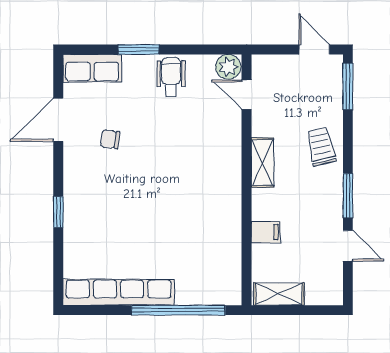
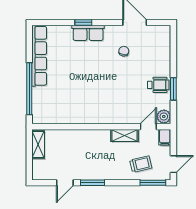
window: (139, 50) -> (173, 89), moved
row of seats: (92, 68) -> (88, 33), moved, turned -90
trolley: (321, 147) -> (141, 164), moved
shelving: (262, 163) -> (125, 135), moved
filing cabinet: (266, 232) -> (165, 137), moved

